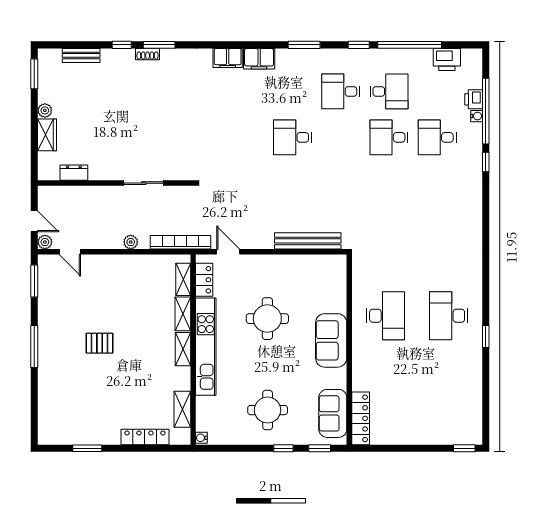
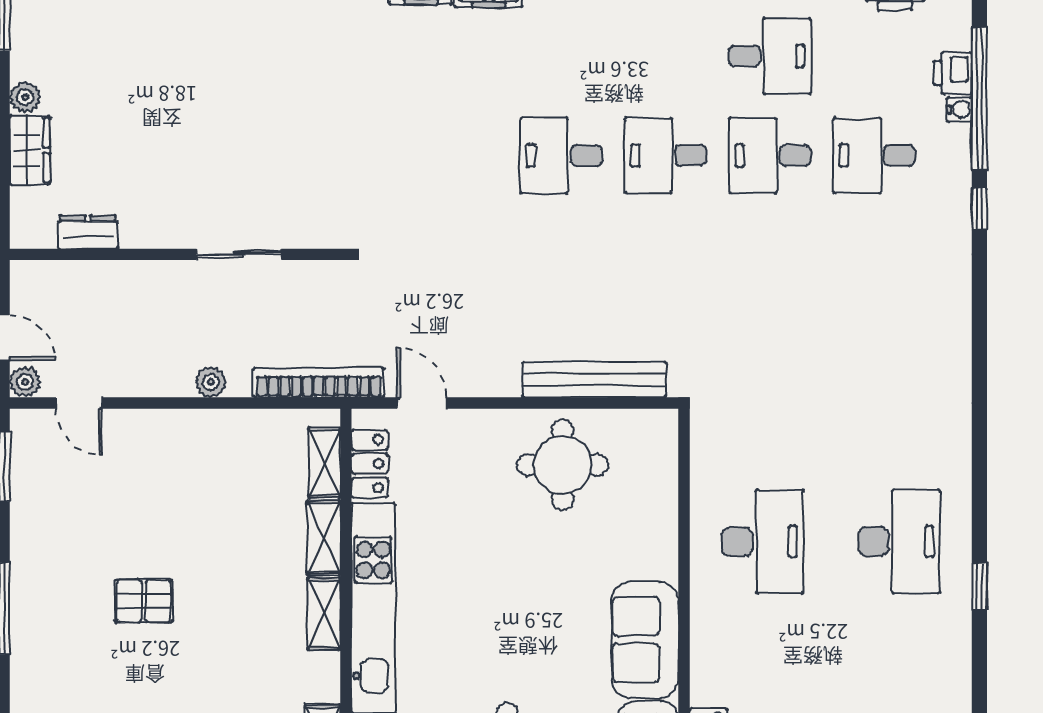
desk: (341, 91) -> (665, 156), moved
desk: (449, 316) -> (899, 542), turned 180
round table: (267, 319) -> (563, 465), moved
sofa: (331, 340) -> (645, 640), moved

